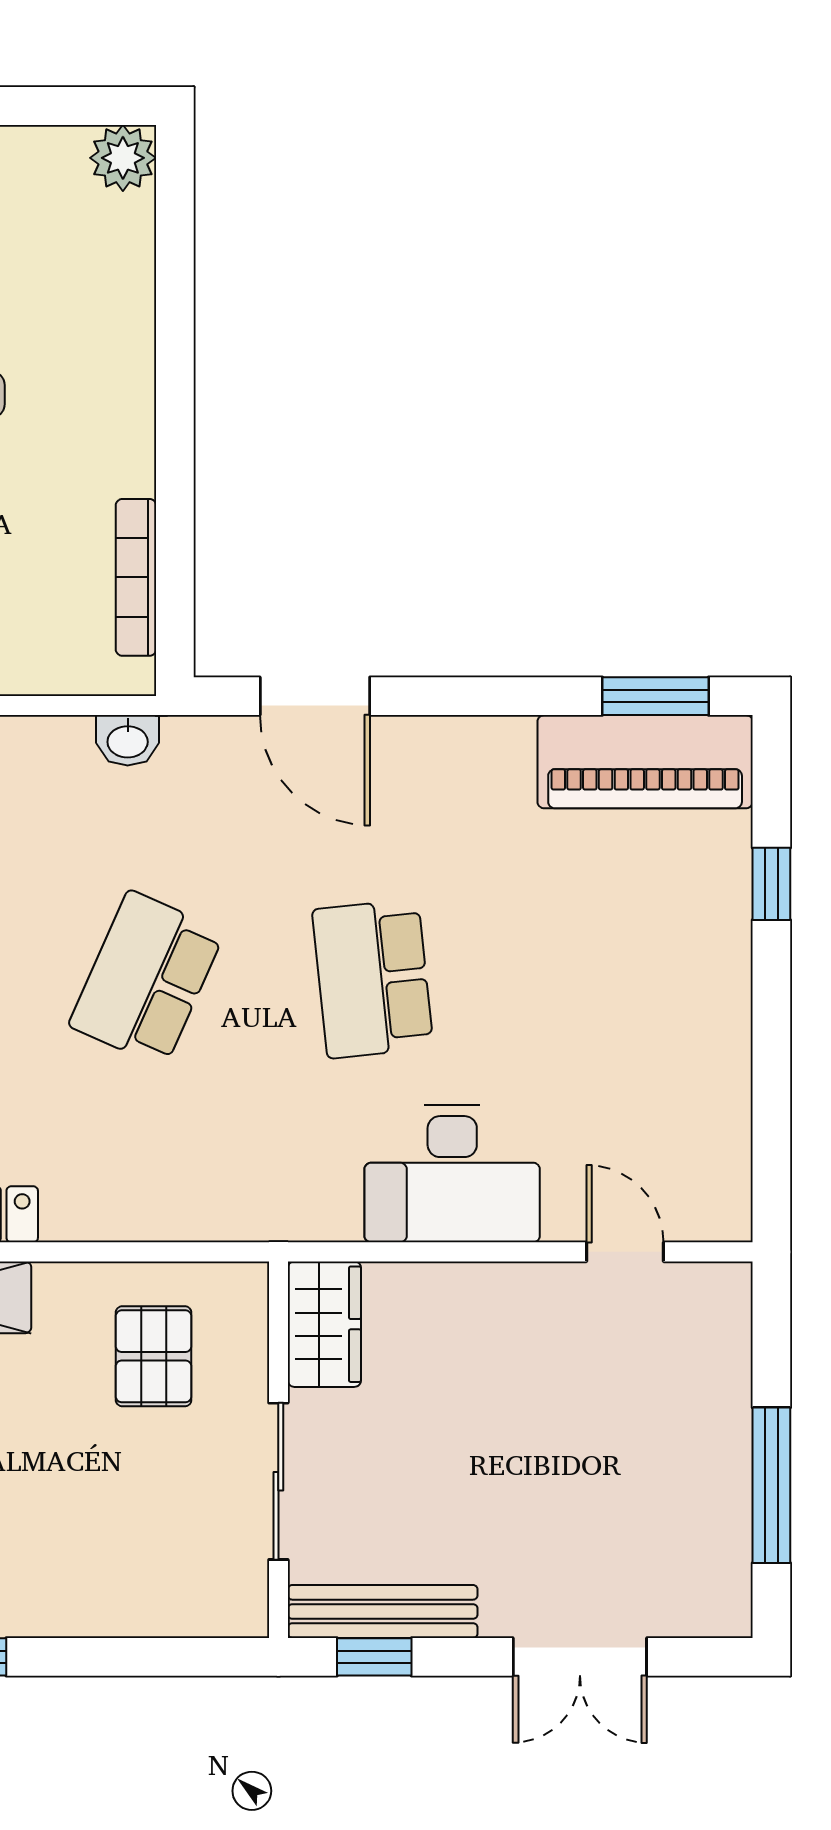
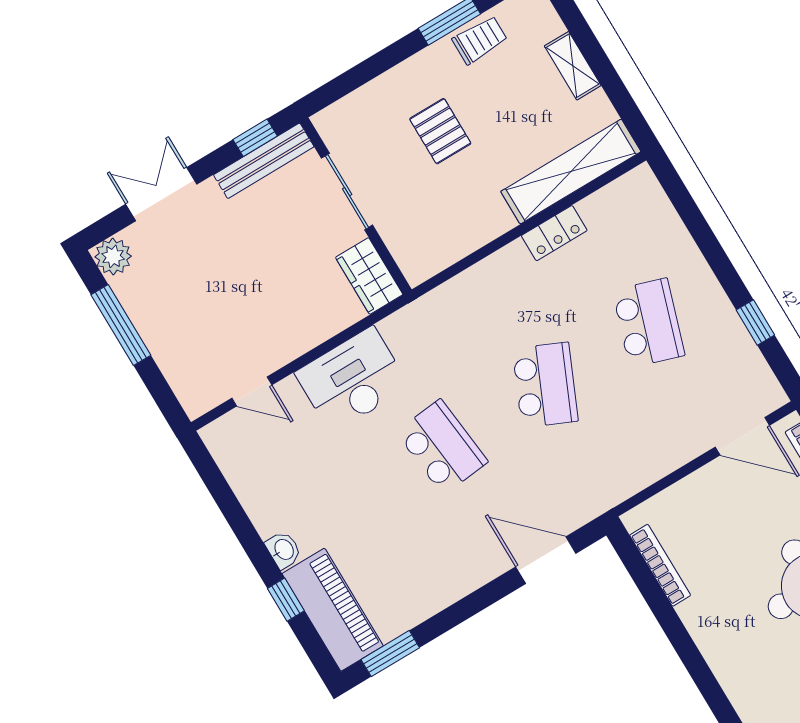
washbasin: (128, 740) -> (283, 550), moved, turned 90
piano: (645, 762) -> (333, 610), moved, turned 90
pallet: (154, 1356) -> (440, 131), moved
plant: (718, 1603) -> (113, 256), added

